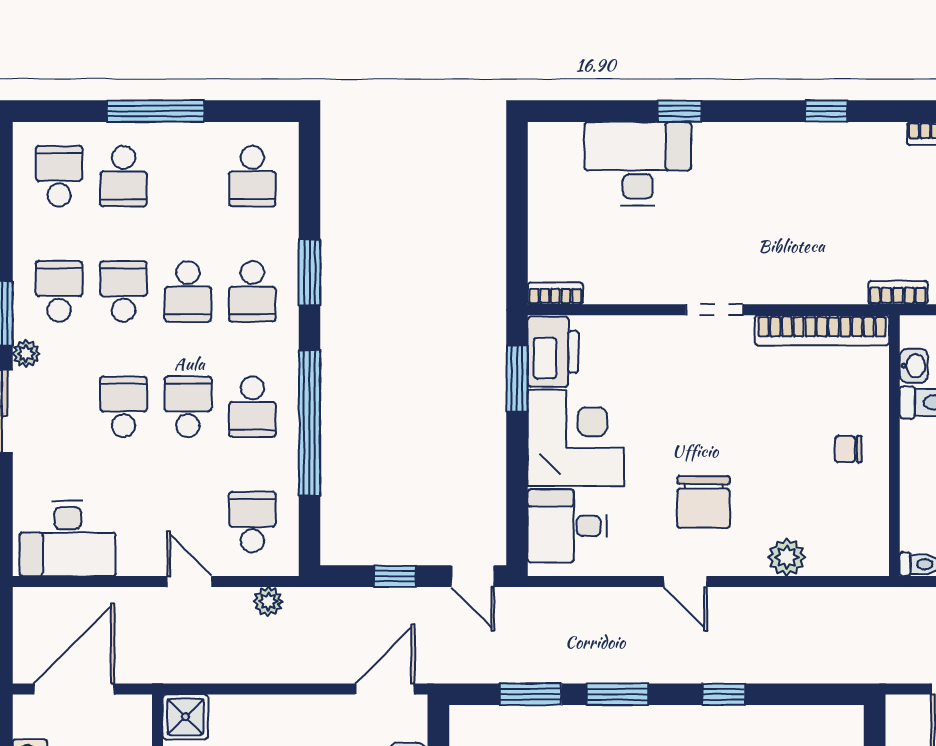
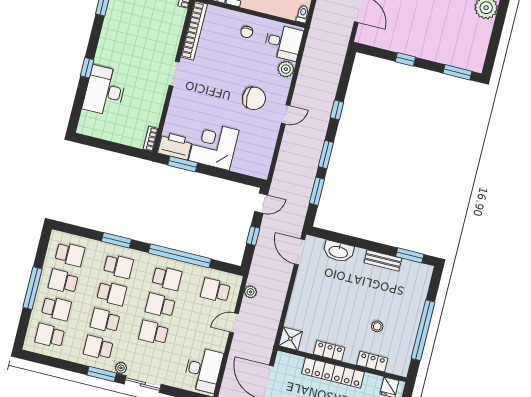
school desk: (188, 176) -> (63, 281), added
desk: (567, 526) -> (283, 42), moved, turned -90

